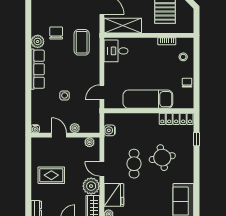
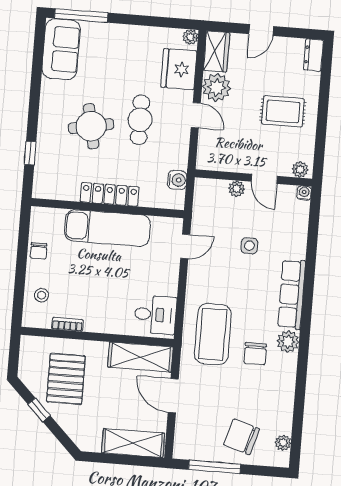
coffee table: (82, 42) -> (213, 334), width x1.36, depth x1.32
locker: (176, 119) -> (110, 194), moved
plant: (89, 142) -> (300, 170), moved

